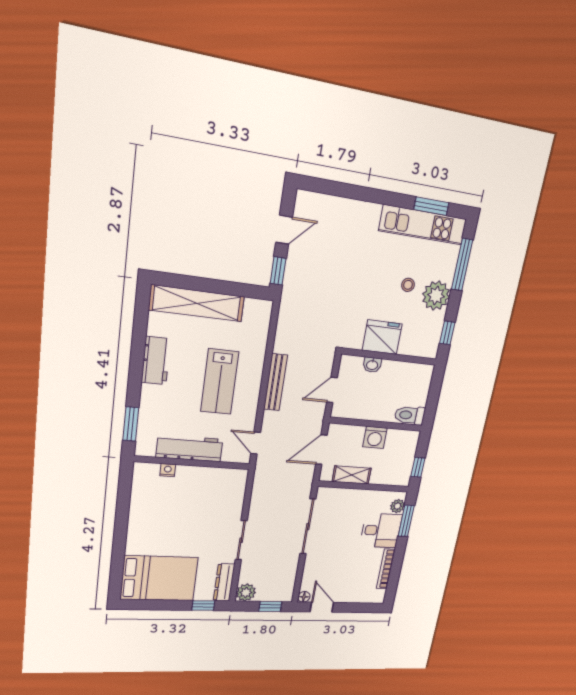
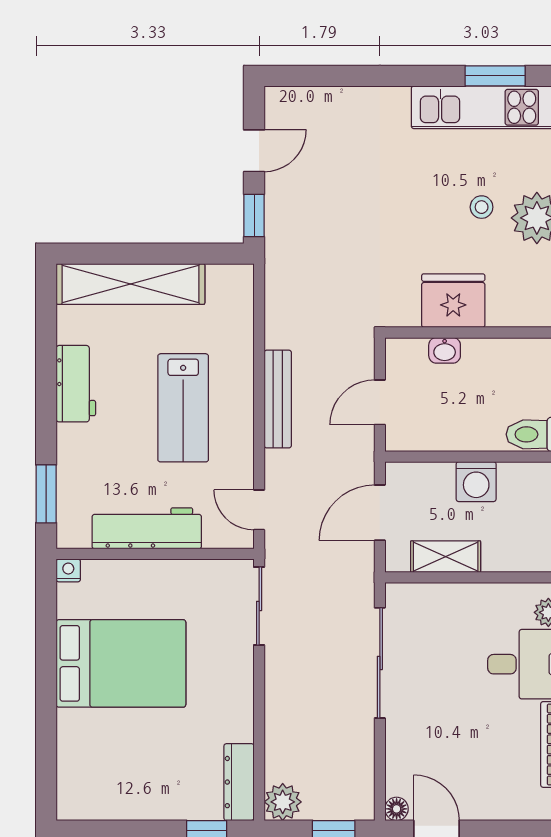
nightstand: (168, 470) -> (68, 570), moved
sliding door: (241, 540) -> (259, 606), moved
bed: (159, 578) -> (121, 663), moved

